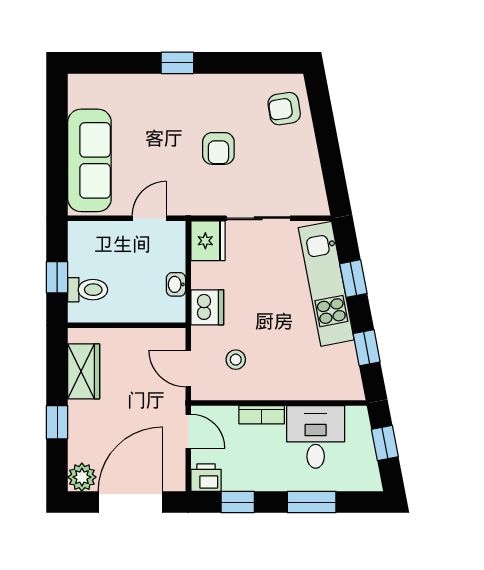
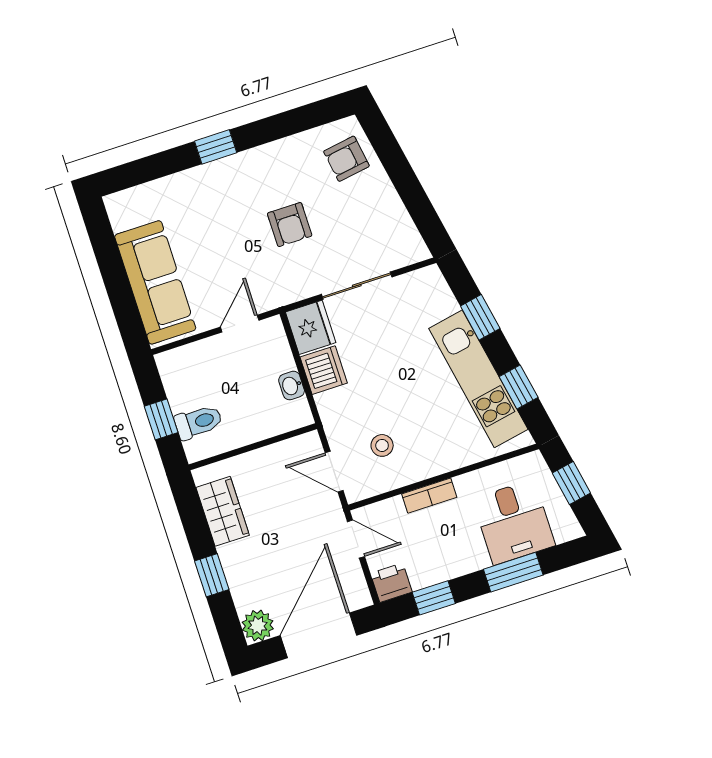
kitchen unit: (326, 284) -> (478, 379), moved
dishwasher: (207, 307) -> (324, 370), moved
desk: (316, 437) -> (514, 522), moved, turned 180

